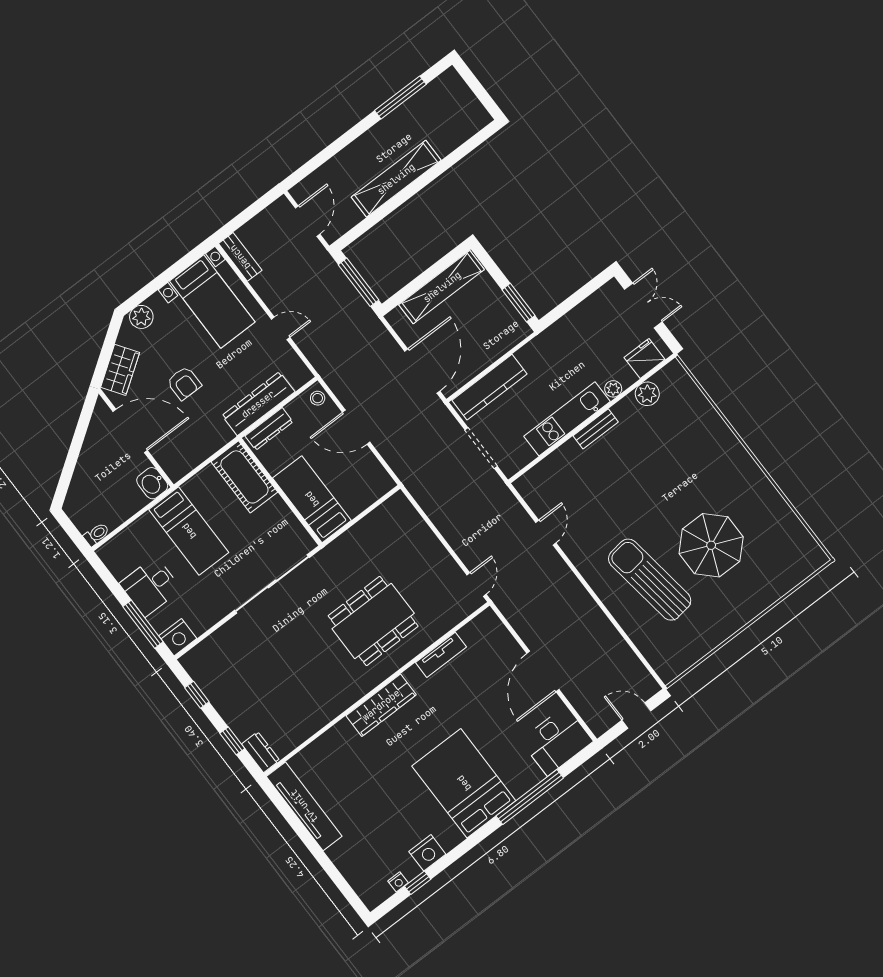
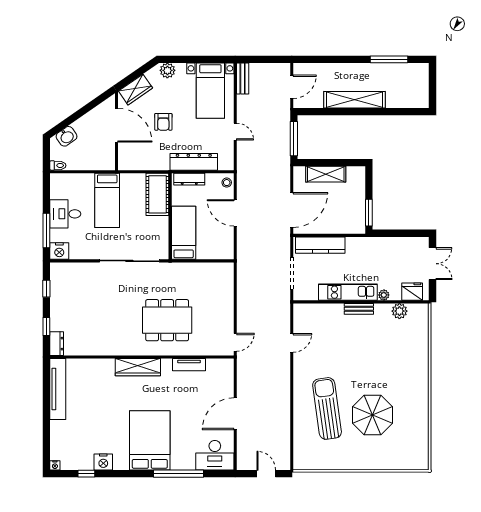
shelving: (442, 287) -> (326, 174), width x0.68
washbasin: (152, 483) -> (67, 136), moved, turned -125
nightstand: (398, 882) -> (55, 465), moved

